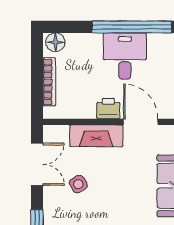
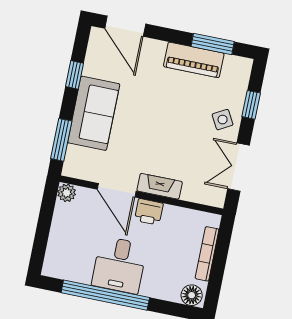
fireplace: (96, 136) -> (160, 186), width x0.73, depth x0.76
side table: (78, 184) -> (223, 120), moved

